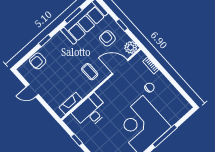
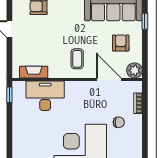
window: (122, 25) -> (145, 21), moved
window: (77, 140) -> (9, 95), moved

